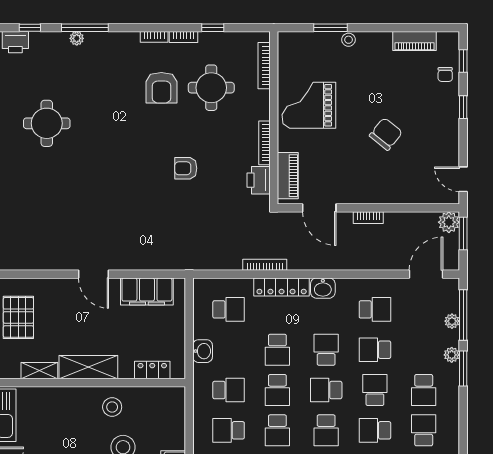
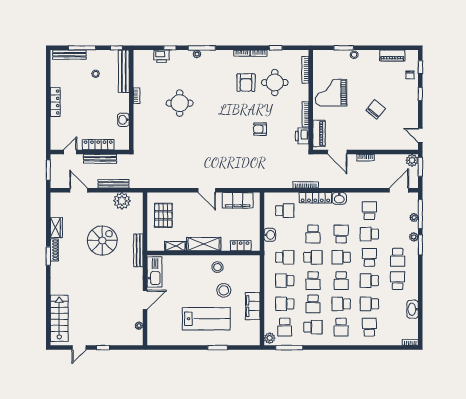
school desk: (375, 309) -> (369, 211), turned -90
school desk: (277, 390) -> (313, 257), turned -90

